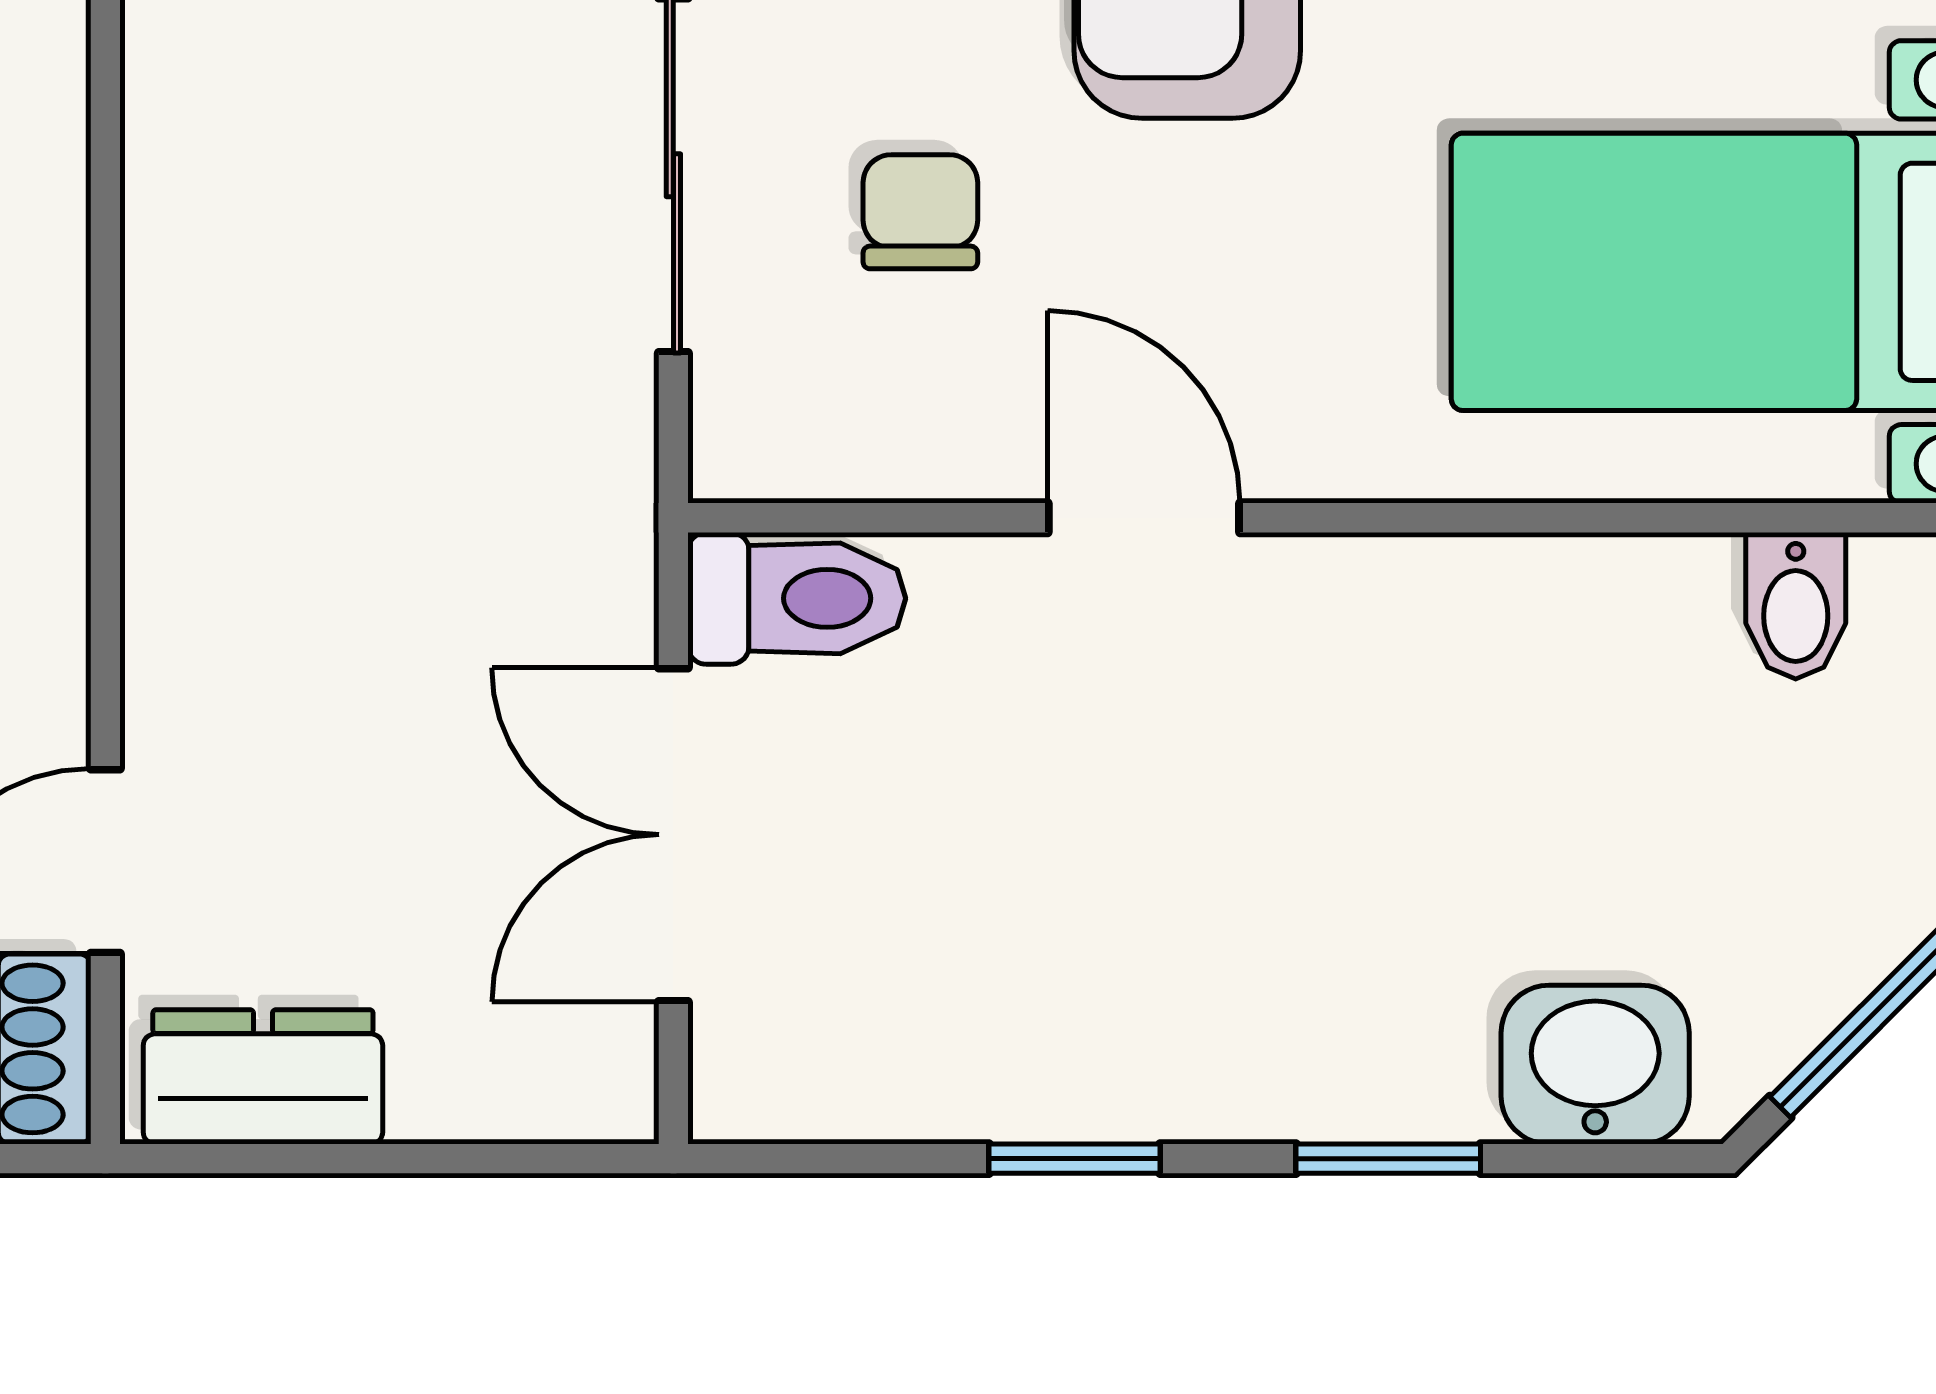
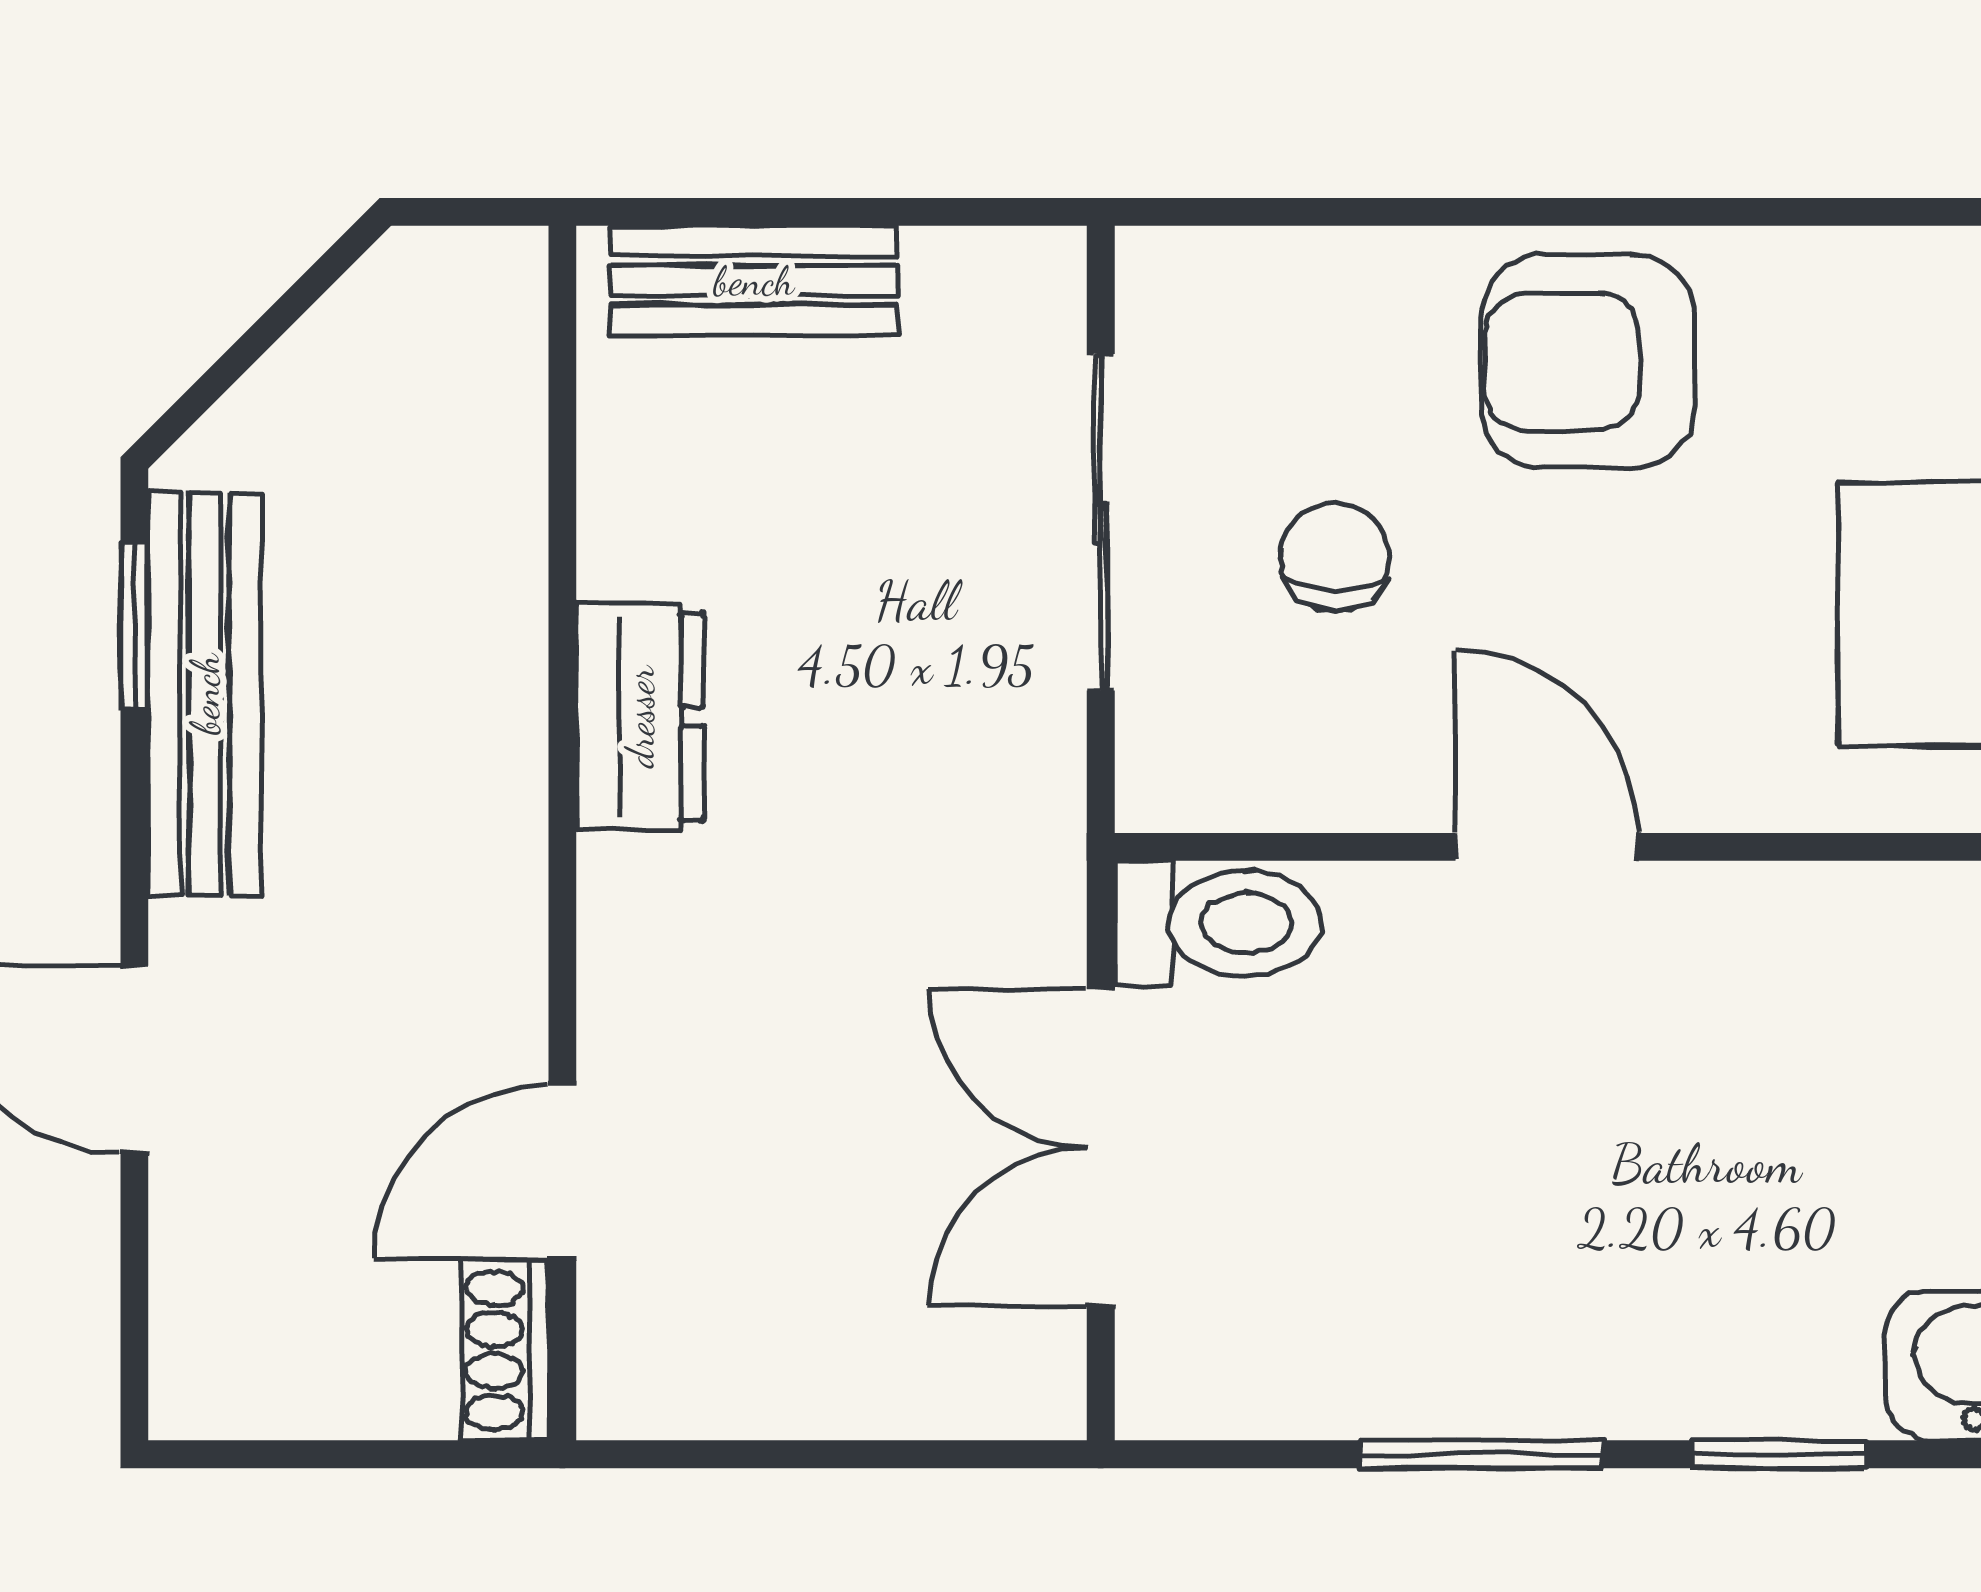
dresser: (263, 1077) -> (640, 717), moved, turned 90
window: (1075, 1159) -> (1481, 1454), width x1.50

